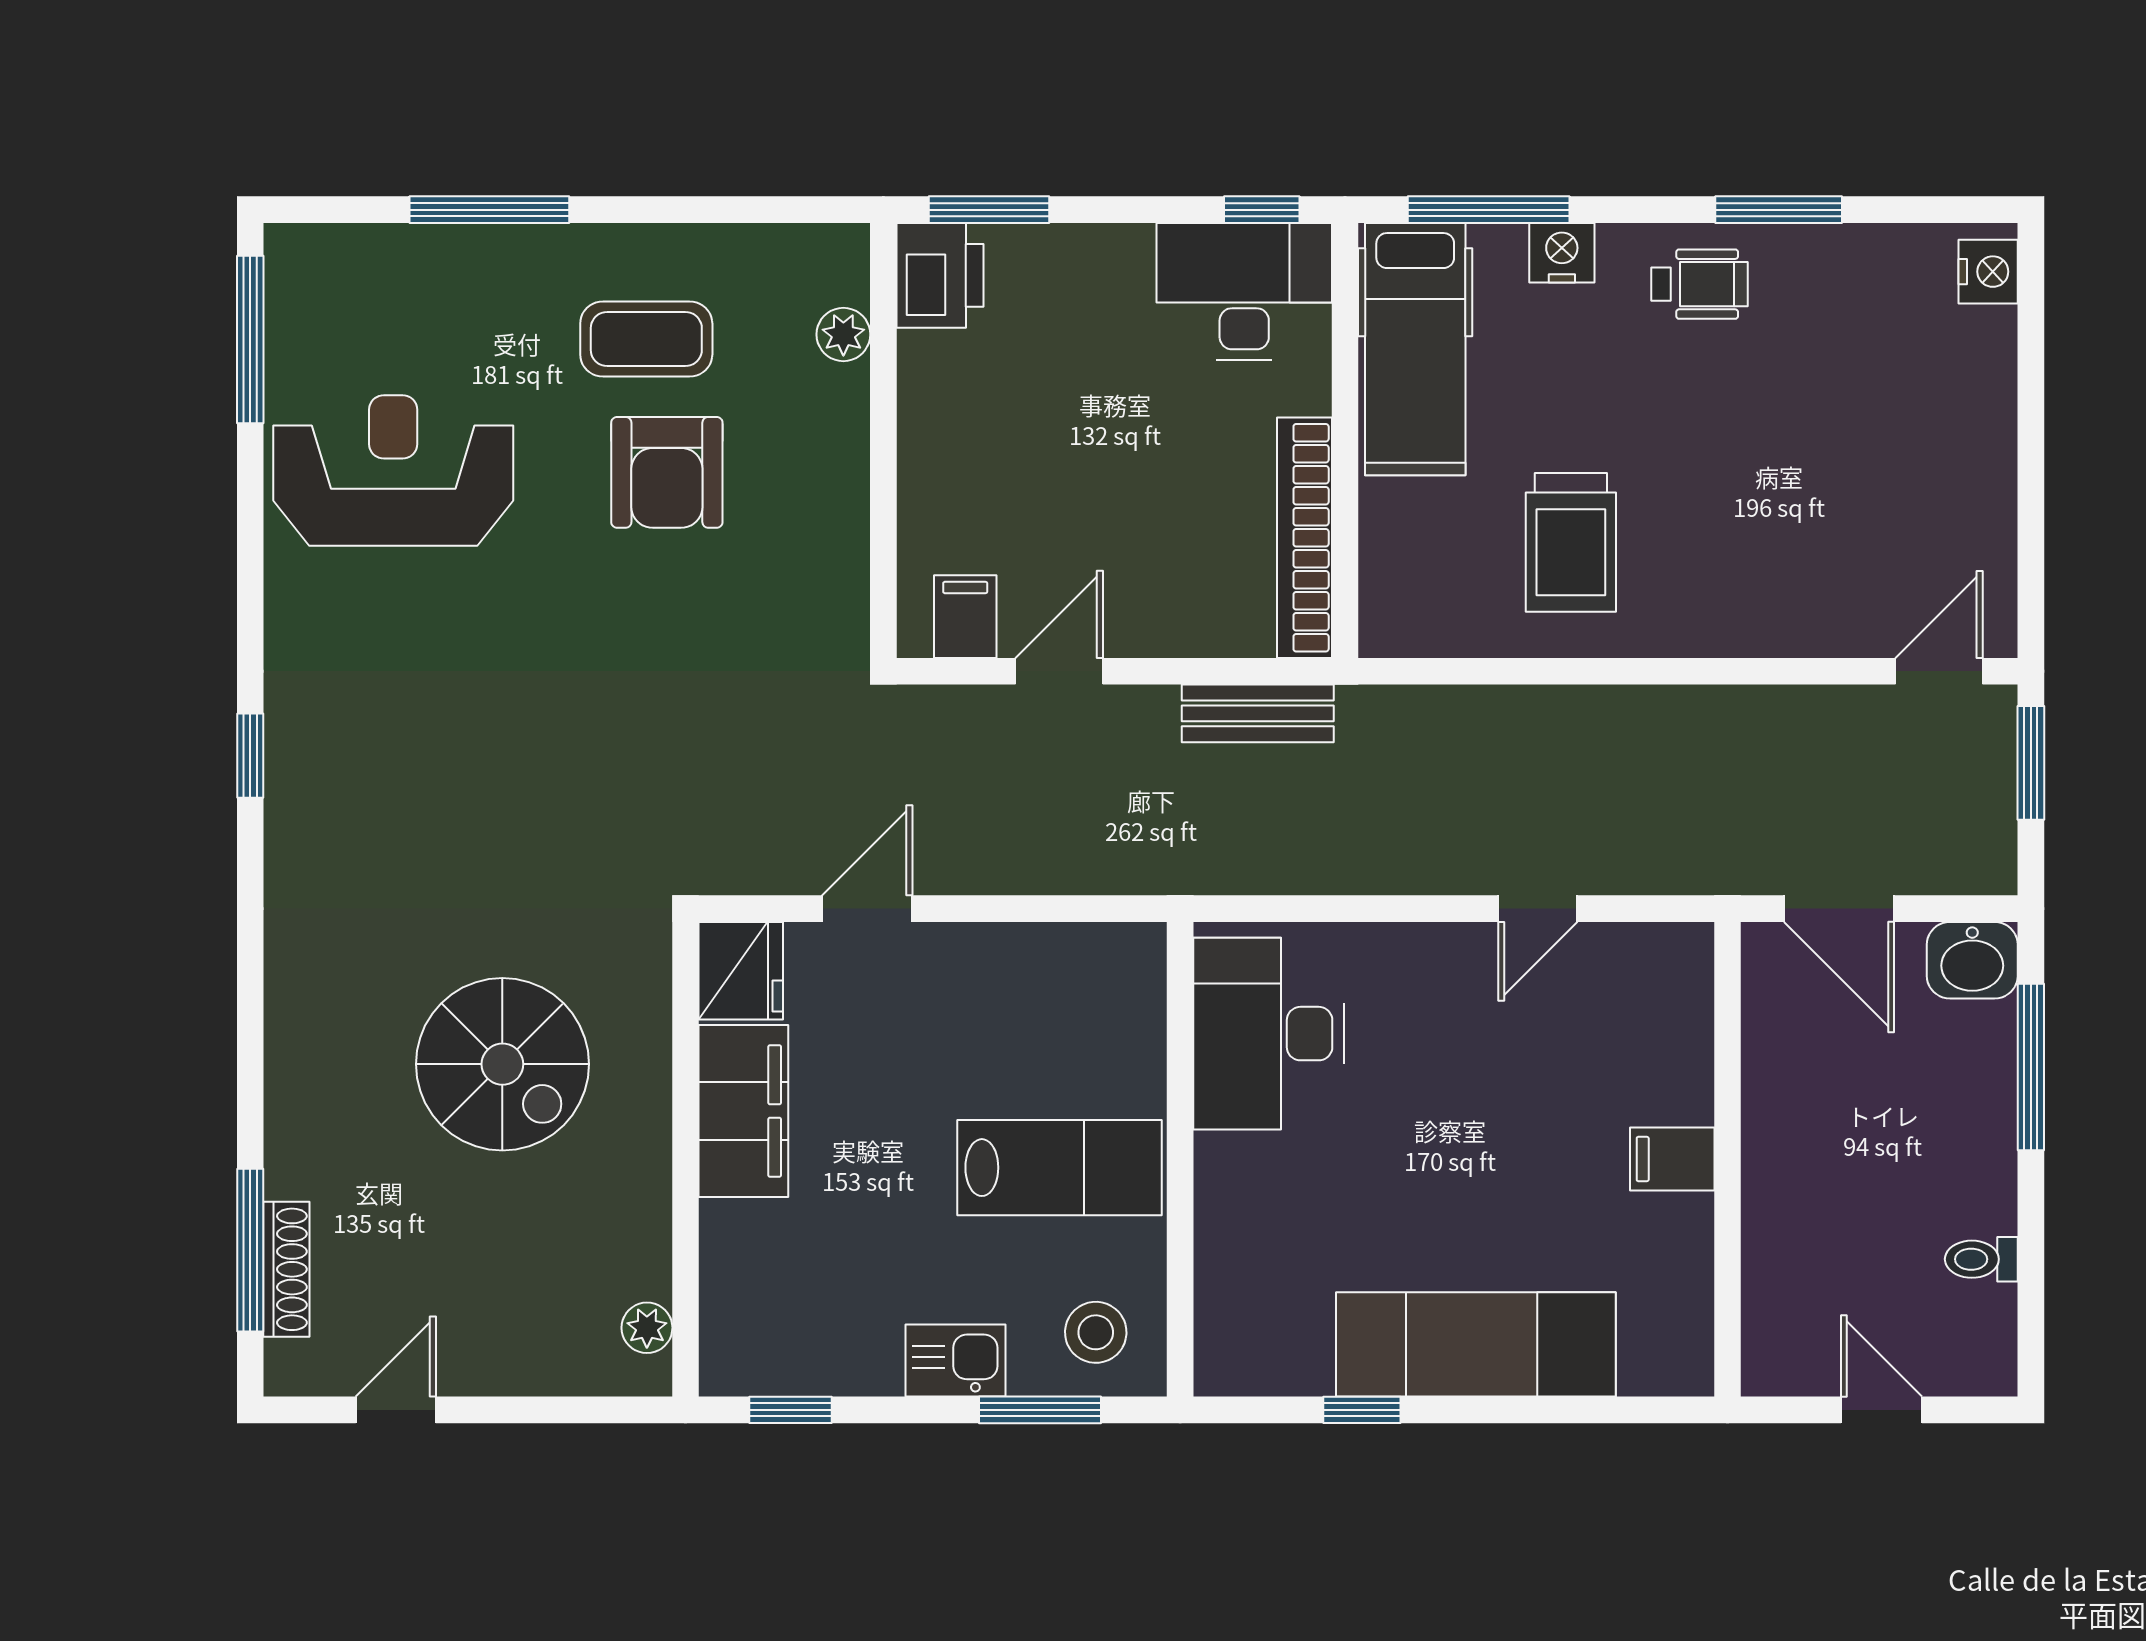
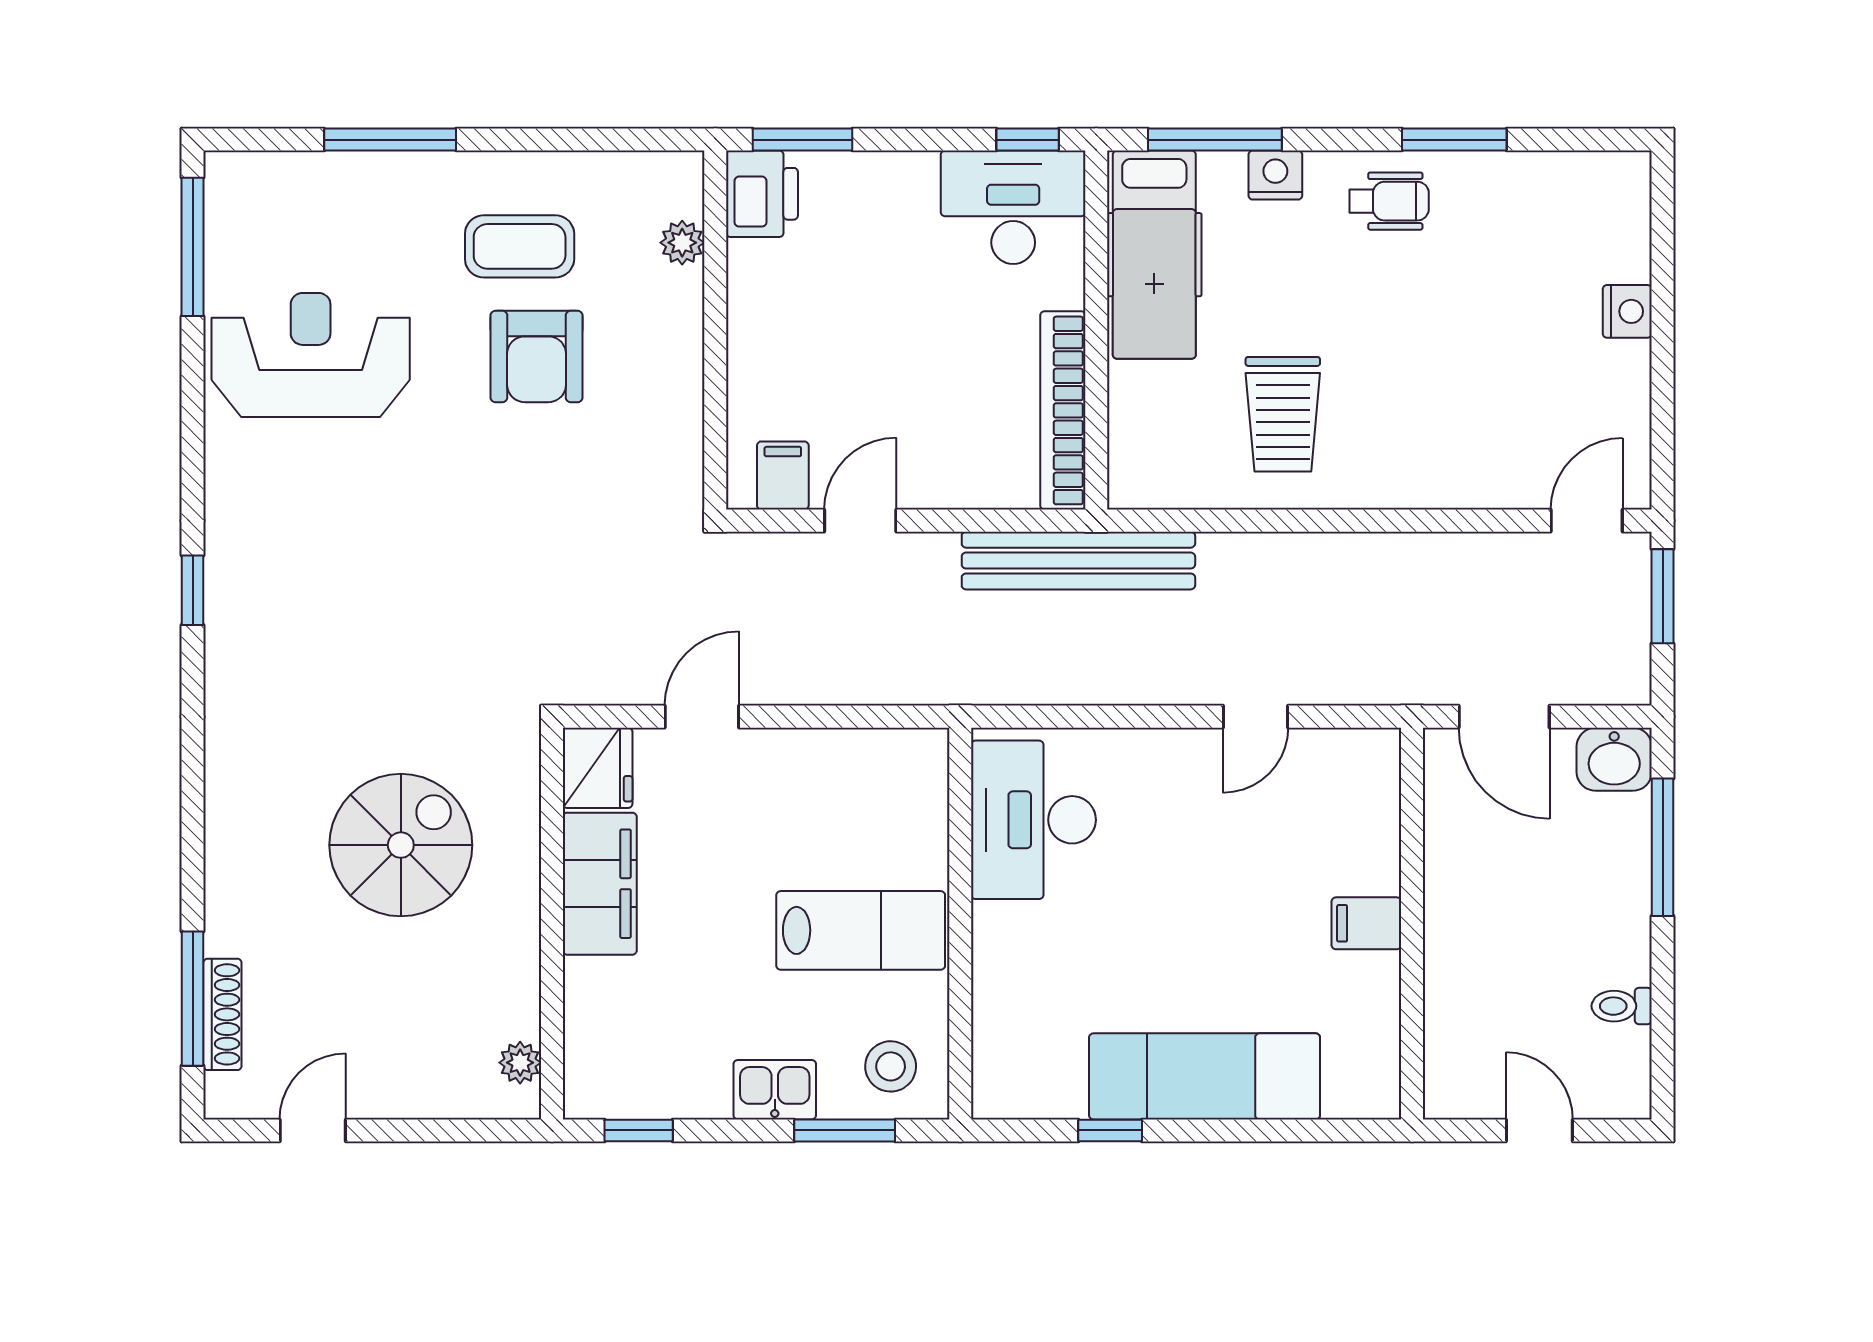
nightstand: (1988, 272) -> (1627, 311), moved
bench: (1258, 713) -> (1078, 561), width x1.86, depth x1.21
spiral stairs: (502, 1064) -> (401, 845), turned -90

